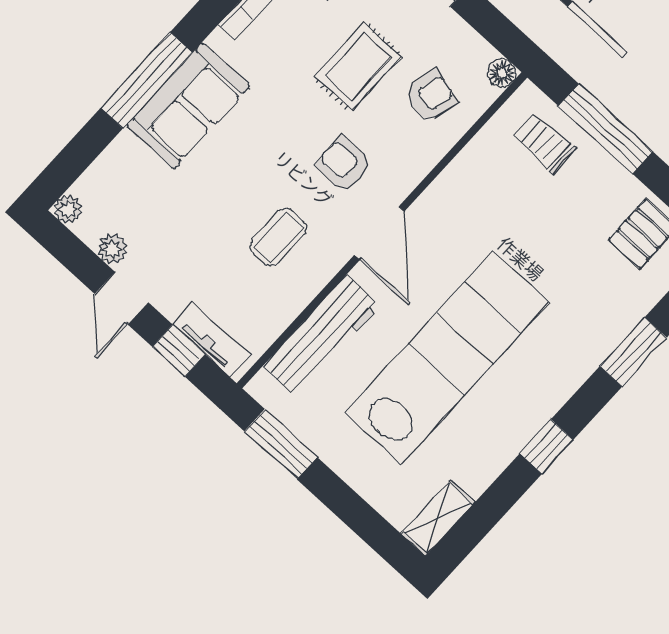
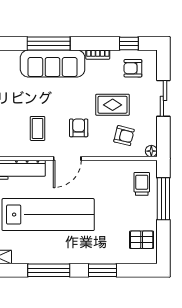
sofa: (188, 106) -> (53, 63), width x1.36
coffee table: (278, 237) -> (38, 128), turned 90
window: (546, 447) -> (49, 270), width x2.17

